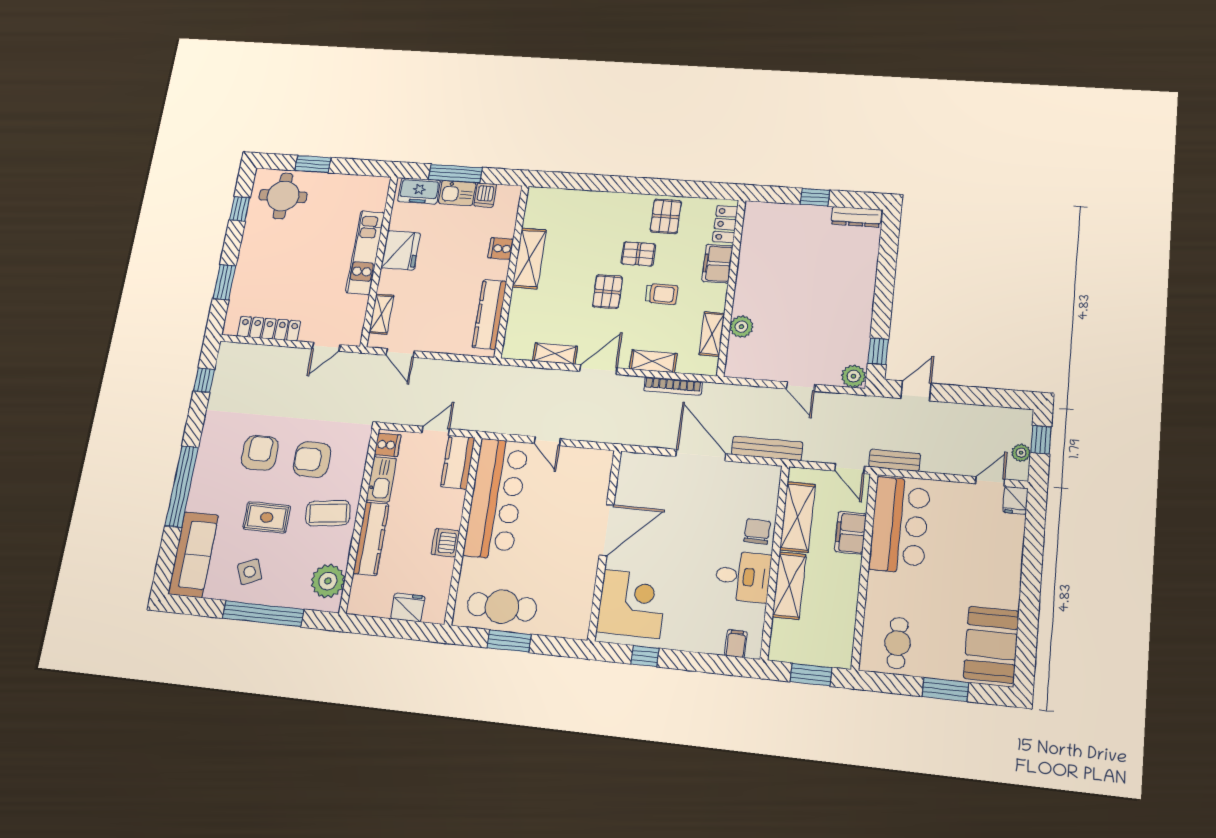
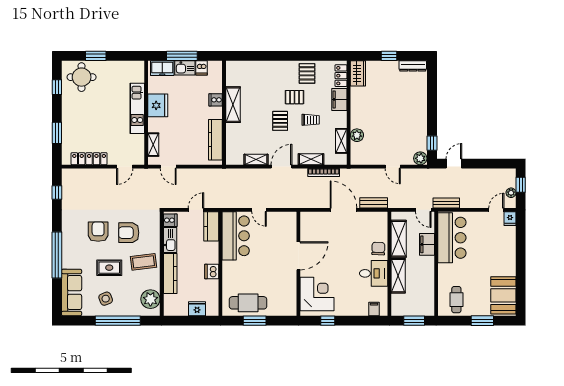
wardrobe: (756, 222) -> (358, 73), added
bench: (767, 448) -> (374, 203), width x0.73
bar counter: (496, 499) -> (236, 236), width x0.73

